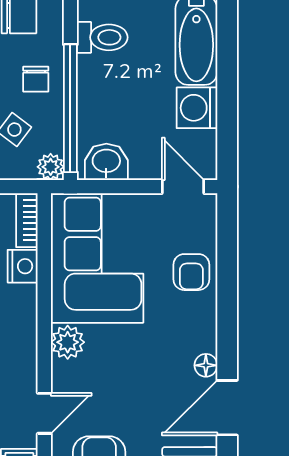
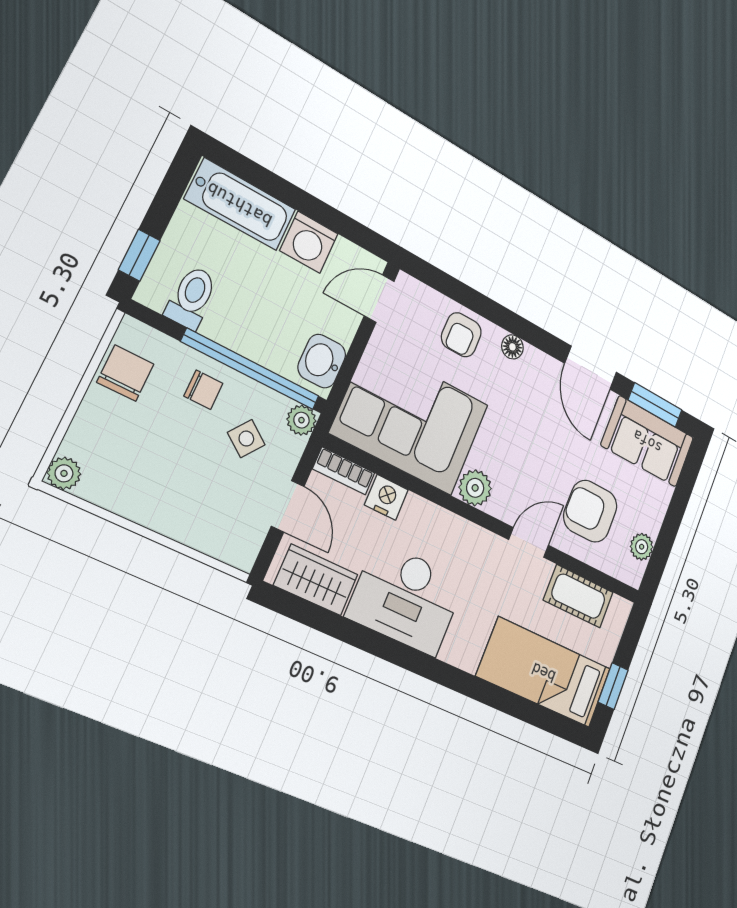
armchair: (191, 272) -> (461, 335), turned 90
floor lamp: (206, 365) -> (512, 347), moved
door: (44, 413) -> (529, 542), hinge flipped

